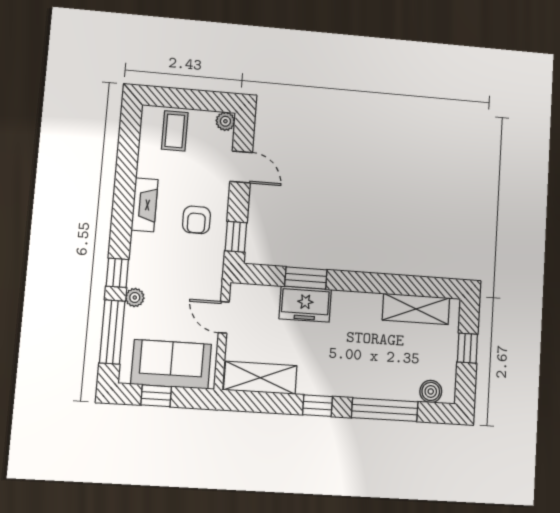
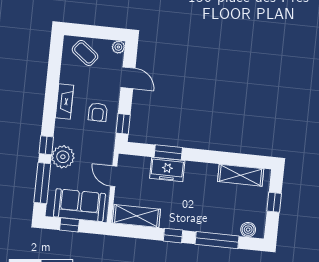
coffee table: (175, 131) -> (85, 53), turned -52
plant: (135, 297) -> (63, 157), width x1.88, depth x1.88

